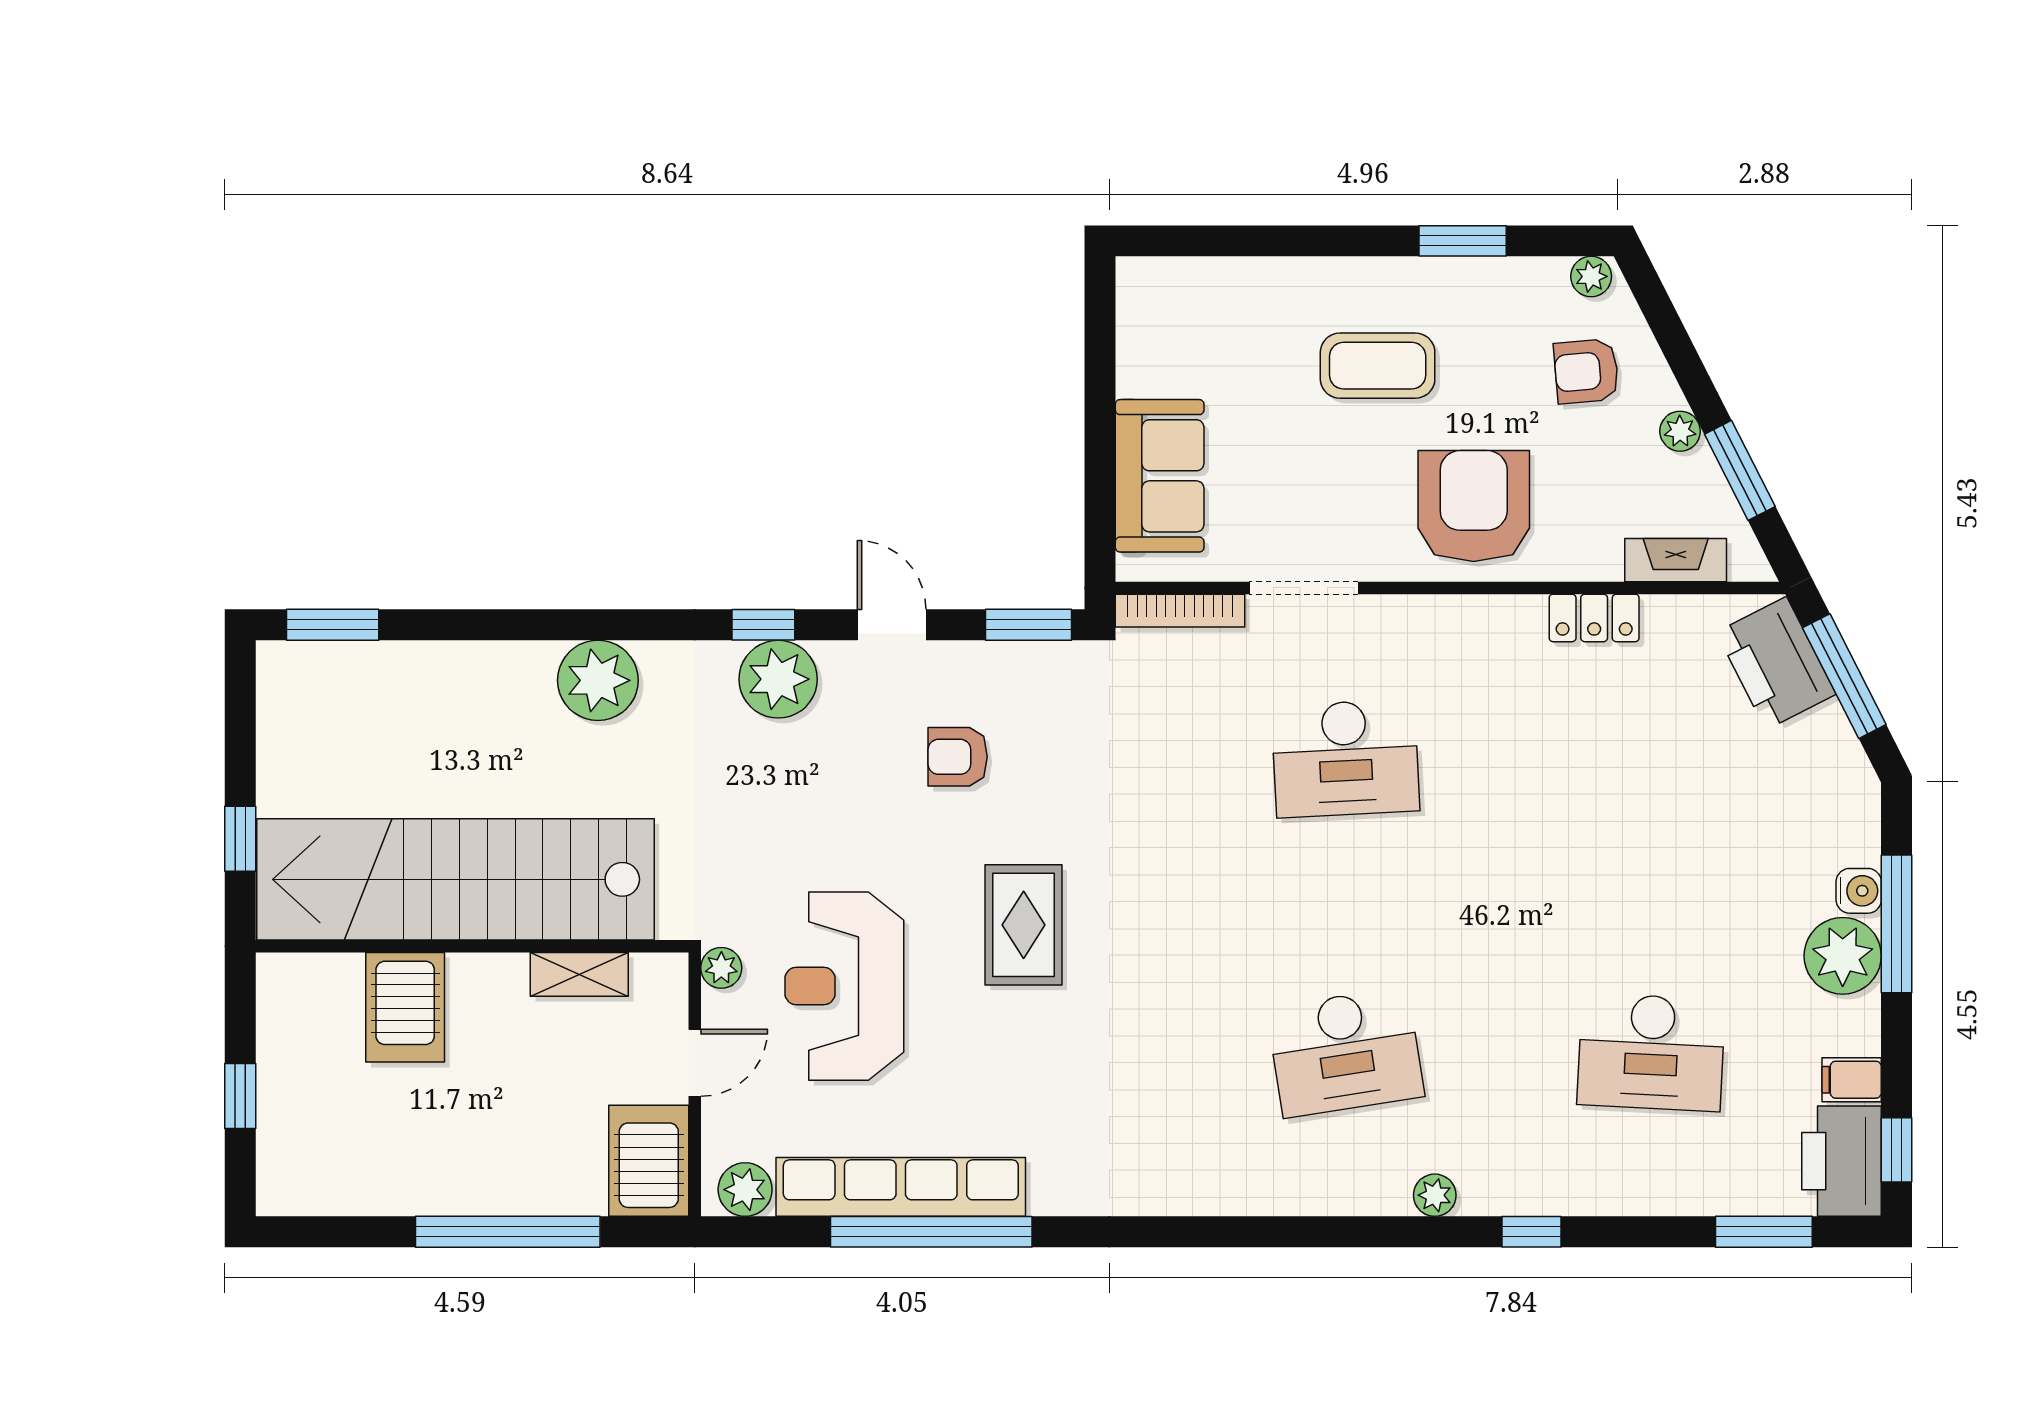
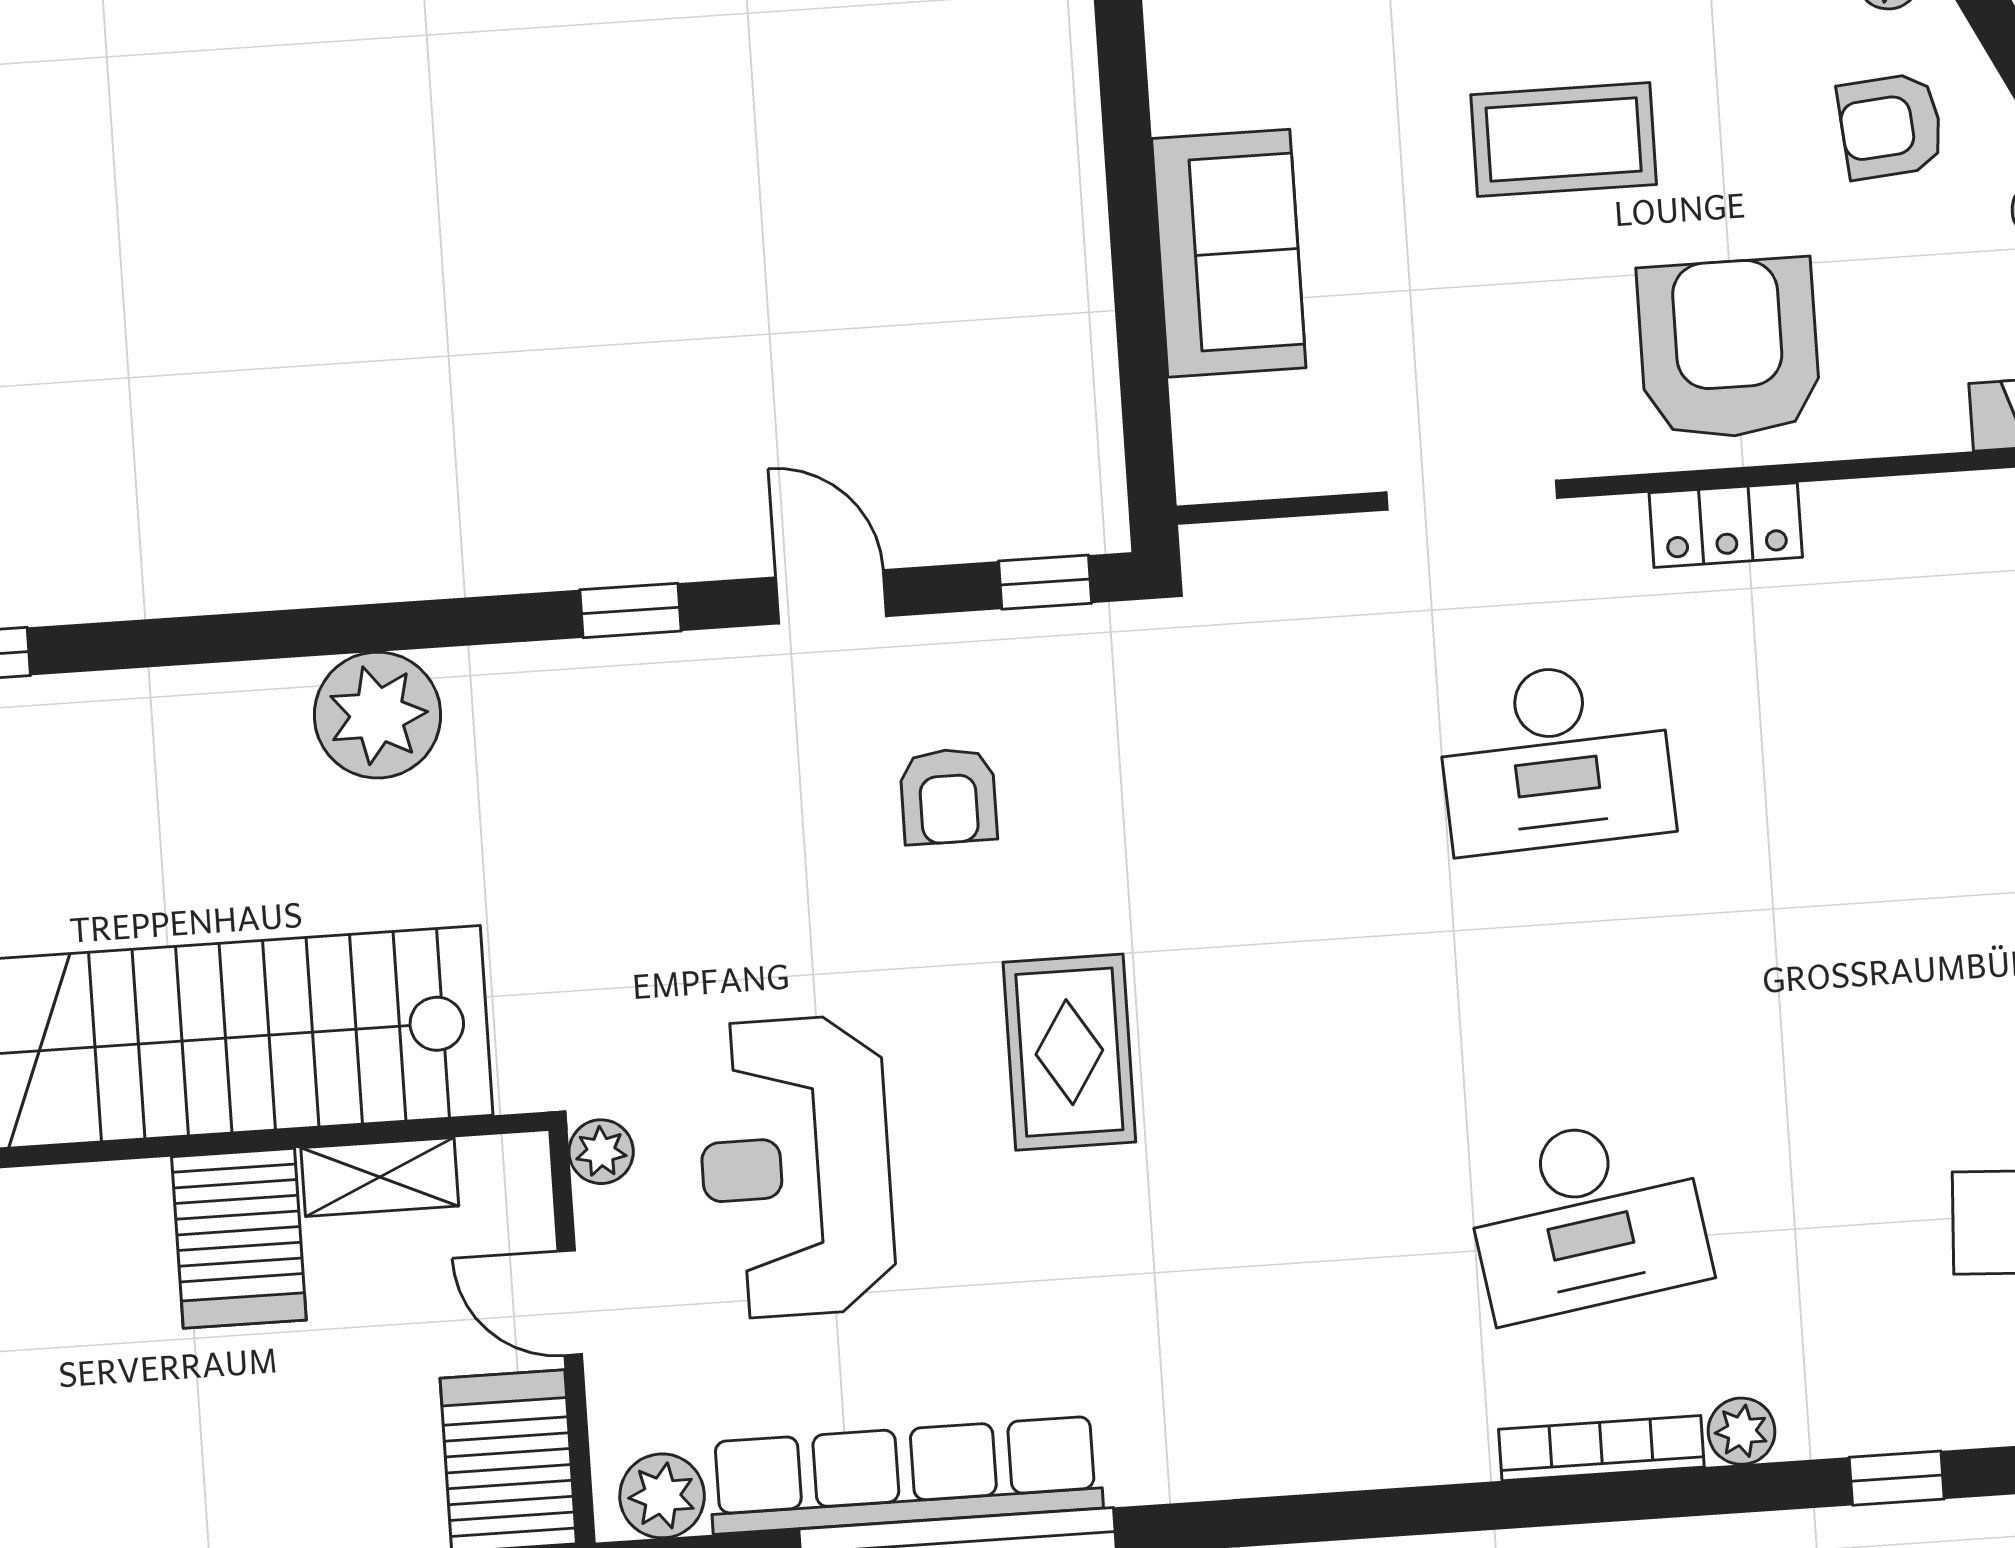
sofa: (1160, 476) -> (1229, 253), moved
bookcase: (1180, 611) -> (1601, 1448), moved, turned 180
locker: (1594, 618) -> (1726, 525), moved
window: (1029, 625) -> (1045, 582), width x0.67
plant: (778, 679) -> (659, 694), removed
armchair: (958, 757) -> (948, 796), turned -90
server rack: (405, 1007) -> (239, 1238), moved
door: (695, 1063) -> (570, 1303), swing flipped

